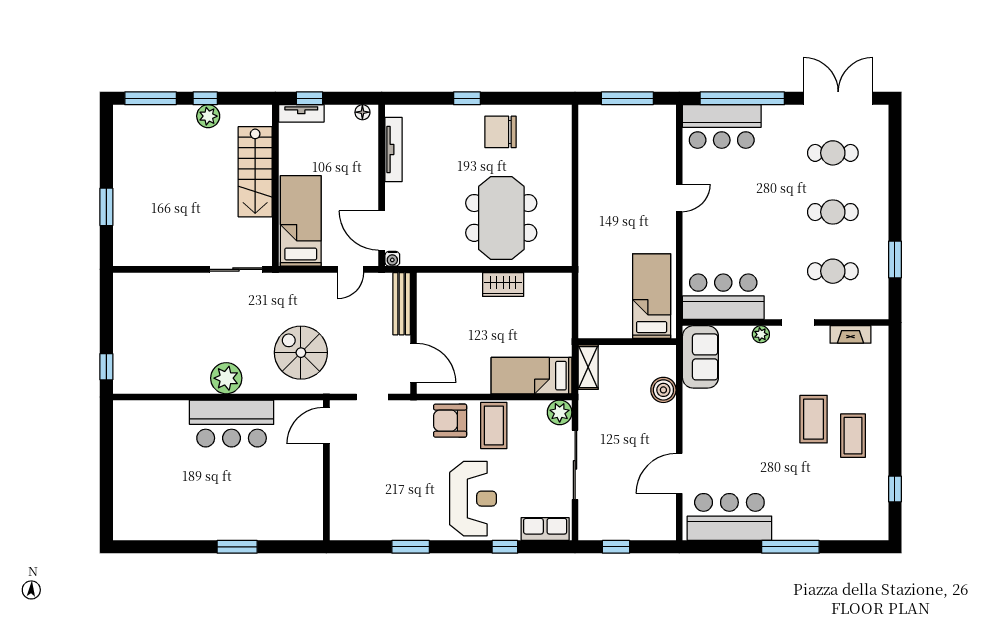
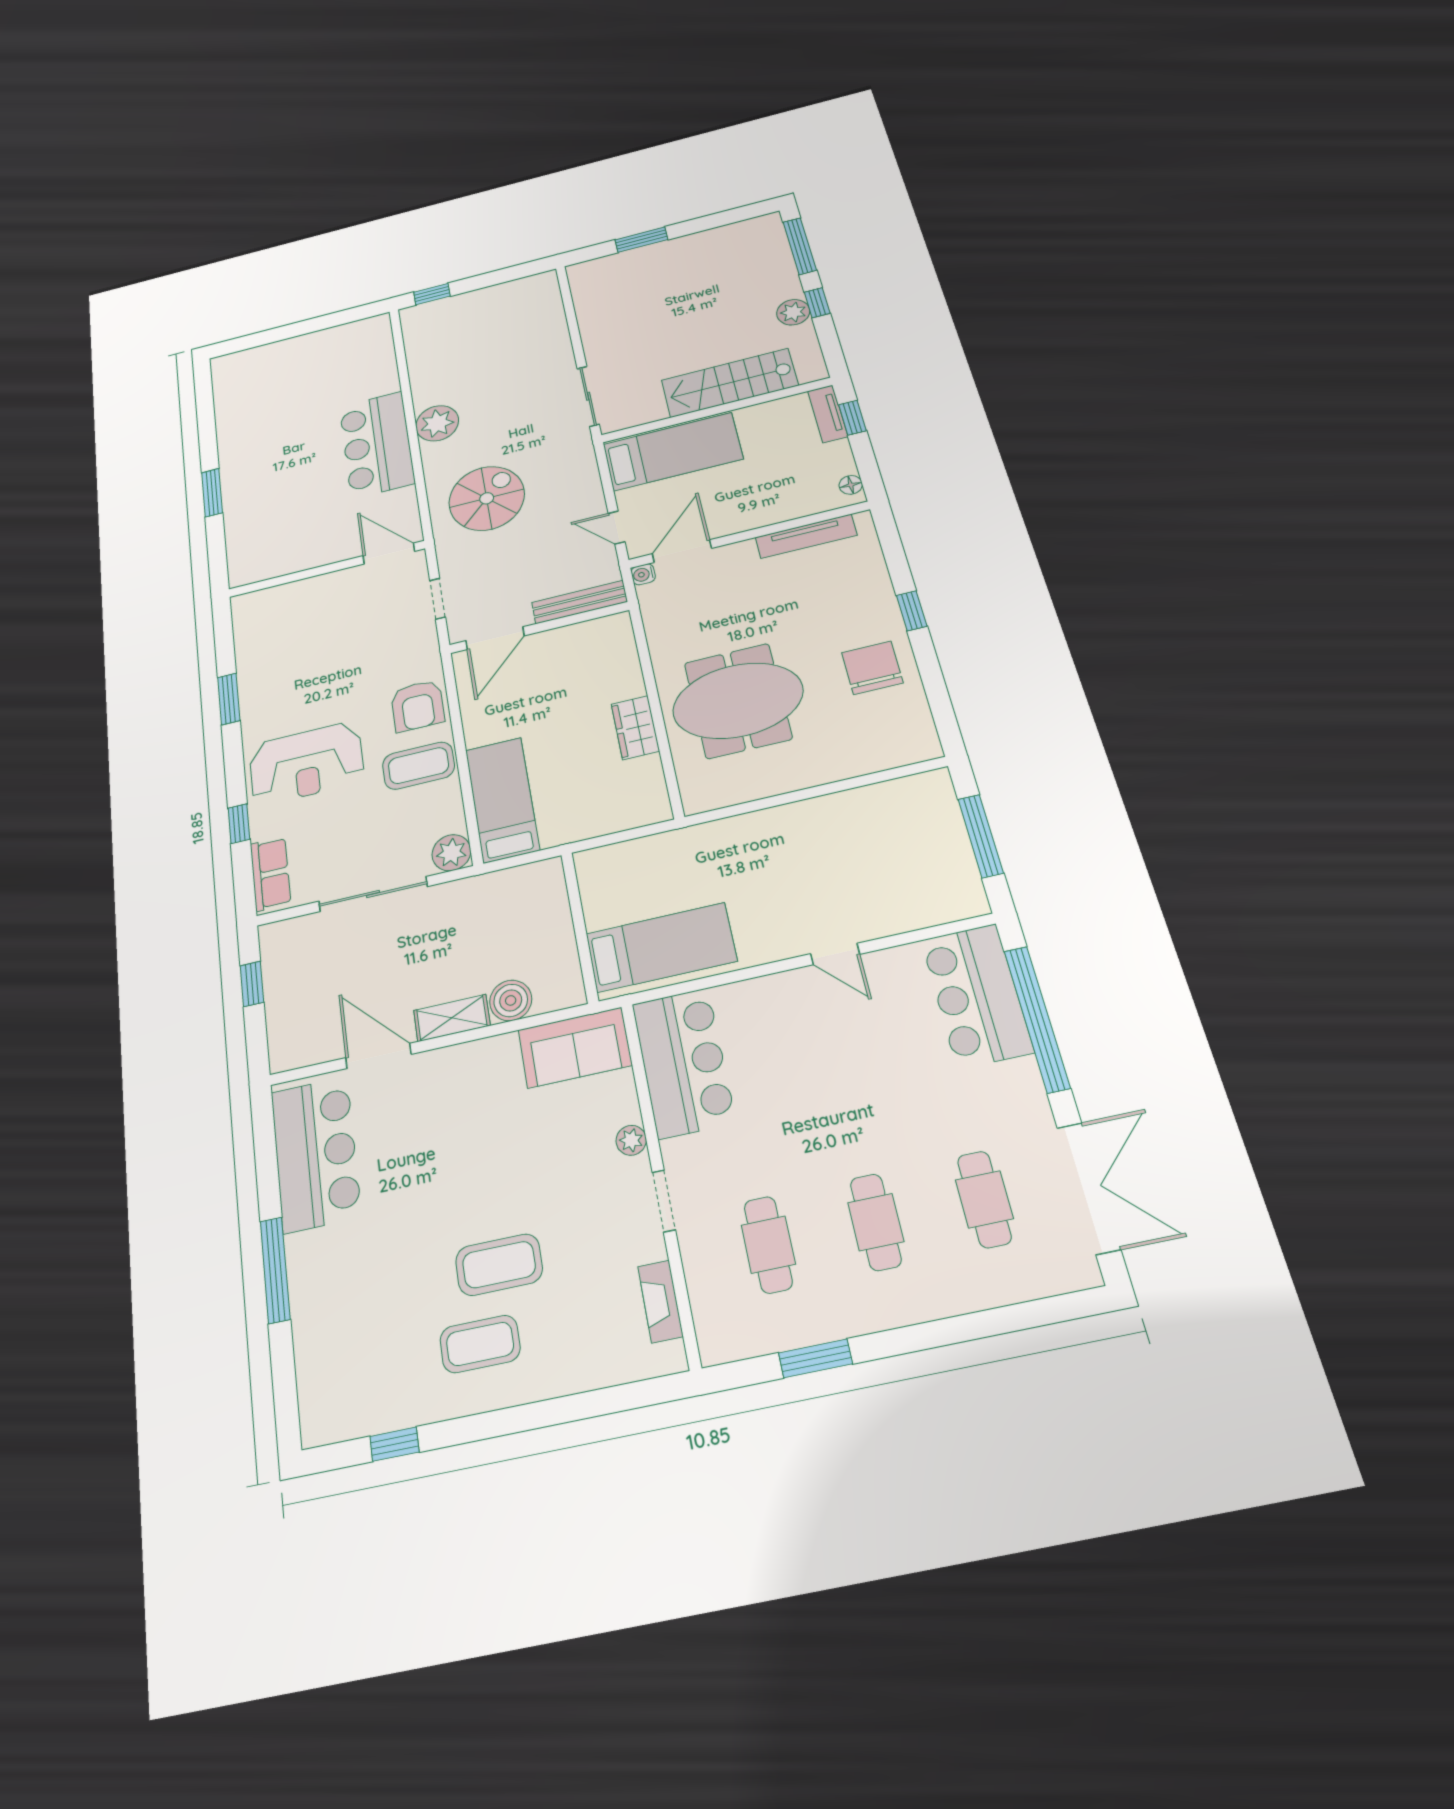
shelving: (588, 367) -> (452, 1018), moved
armchair: (450, 421) -> (418, 706), turned 180

